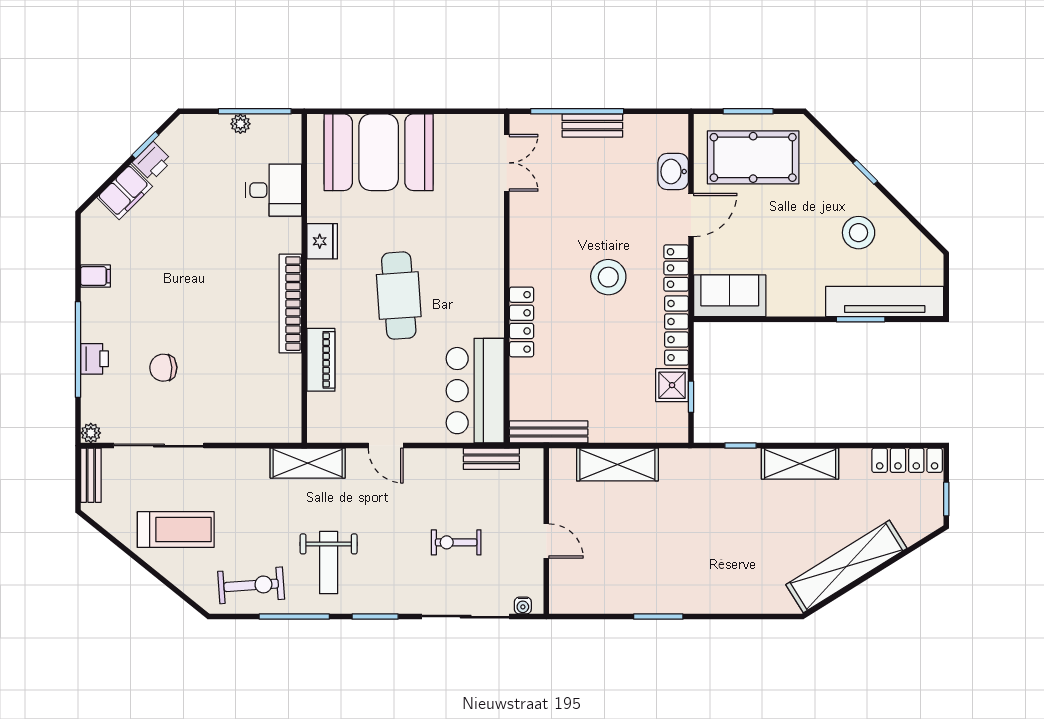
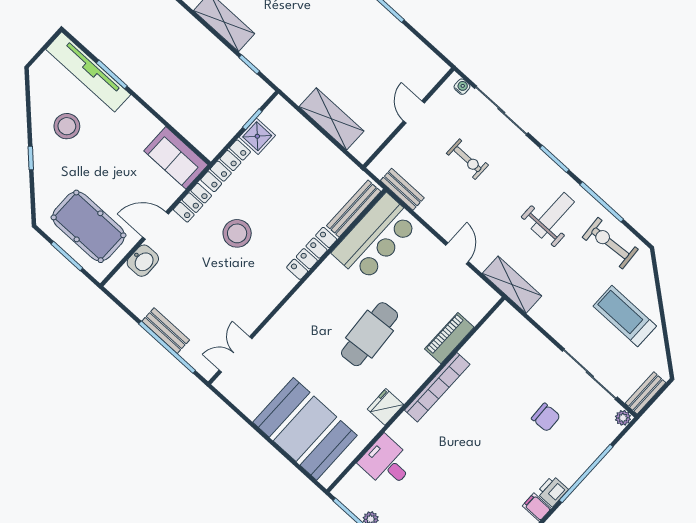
printer: (94, 359) -> (552, 491), moved
bench: (549, 432) -> (354, 209), moved, turned 90

